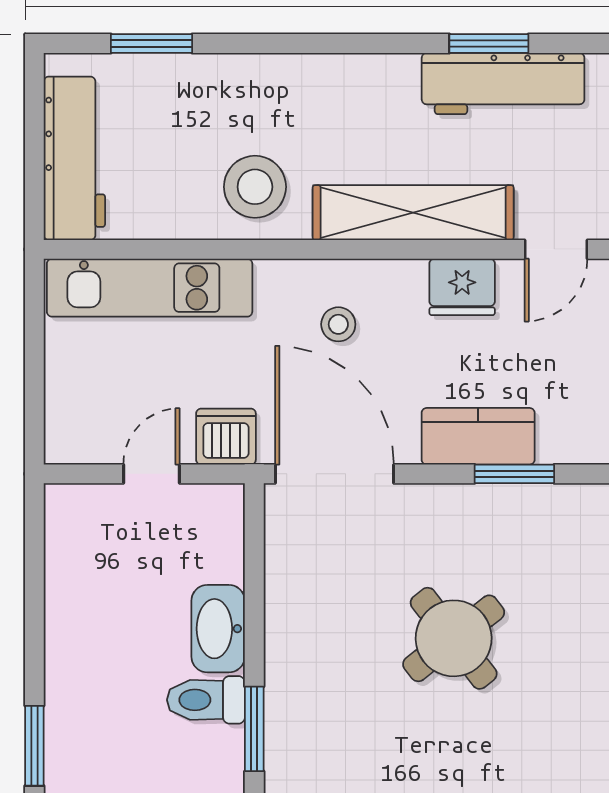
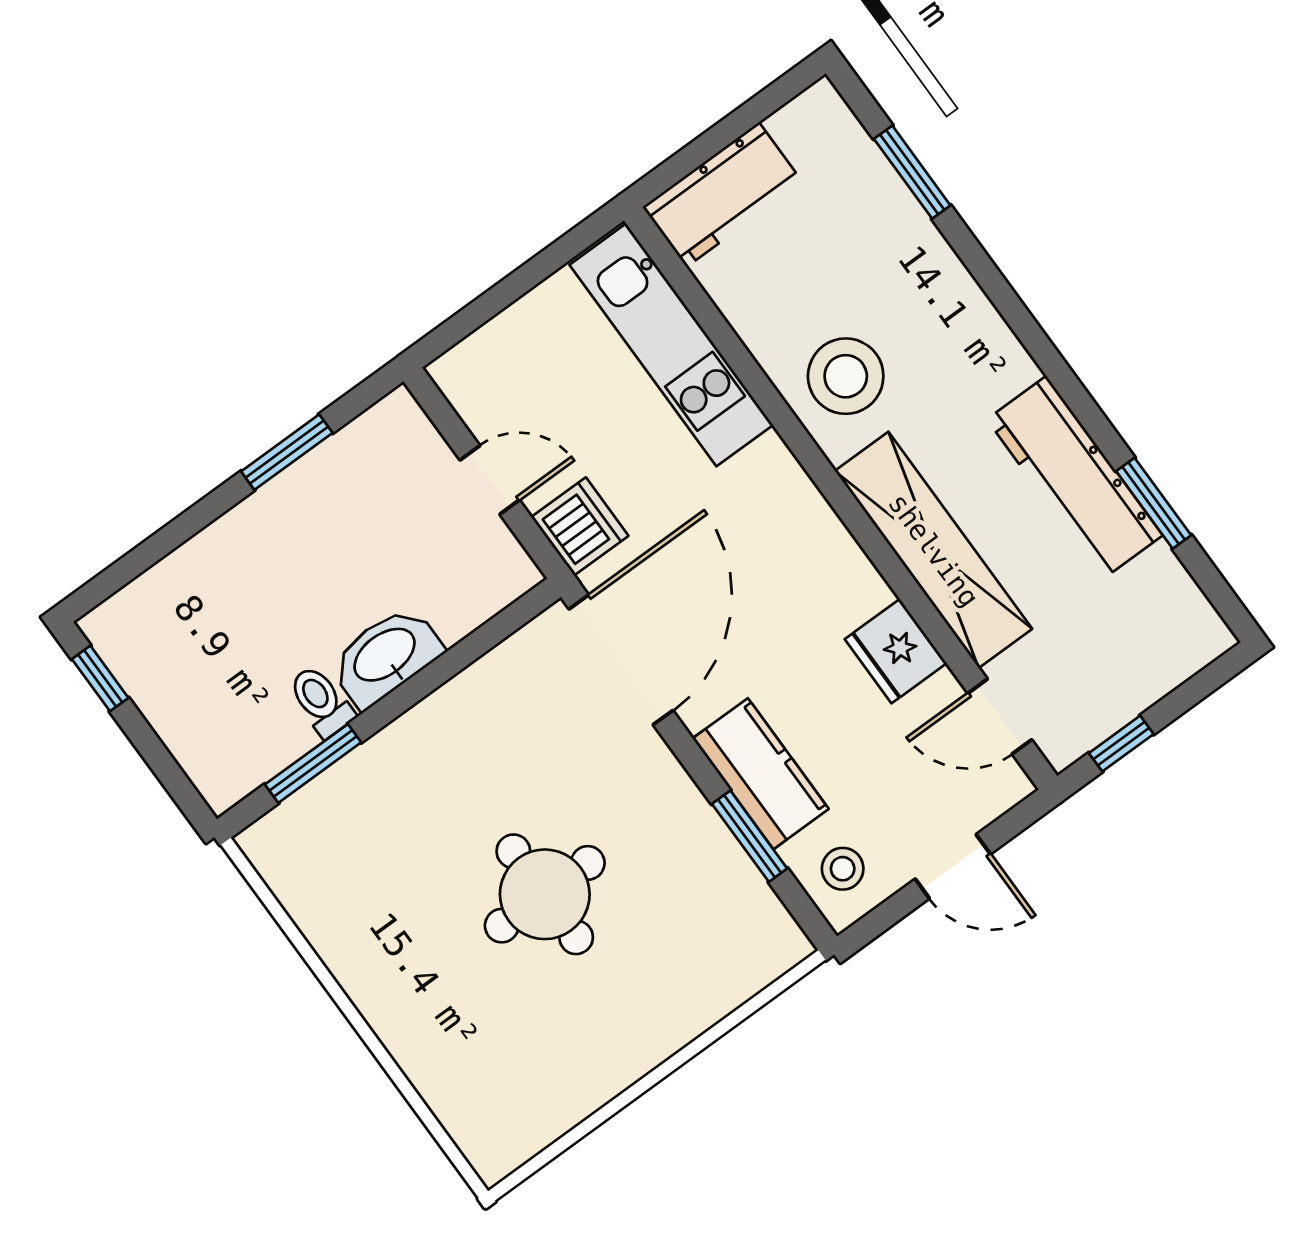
workbench: (503, 84) -> (1075, 477), moved
workbench: (74, 158) -> (723, 195), width x0.73
stool: (338, 324) -> (843, 869), moved
round table: (454, 638) -> (545, 894), turned 38
toilet: (206, 700) -> (321, 701), width x0.73, depth x0.72
window: (34, 746) -> (287, 452), moved

